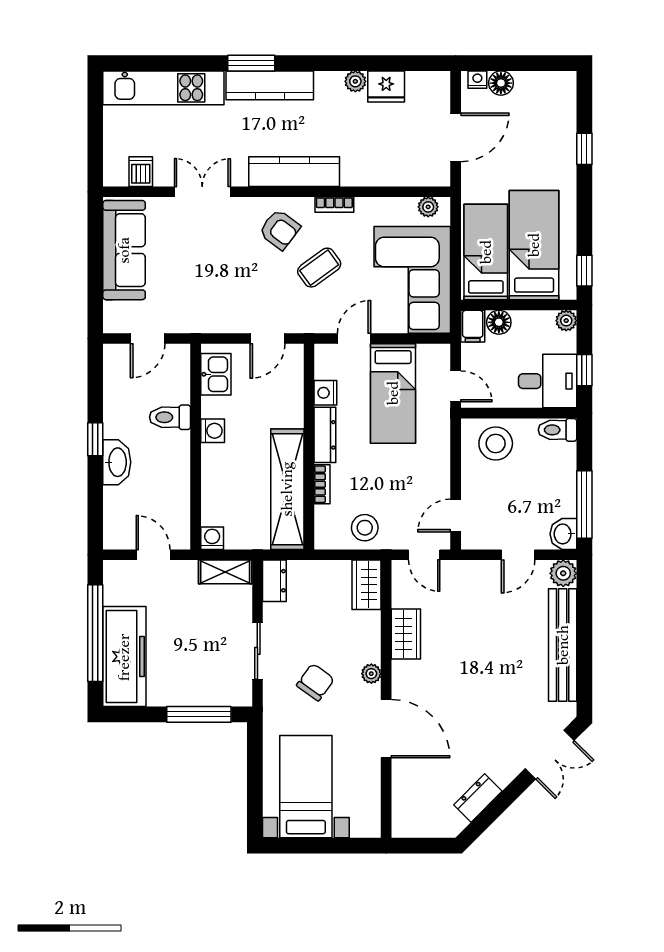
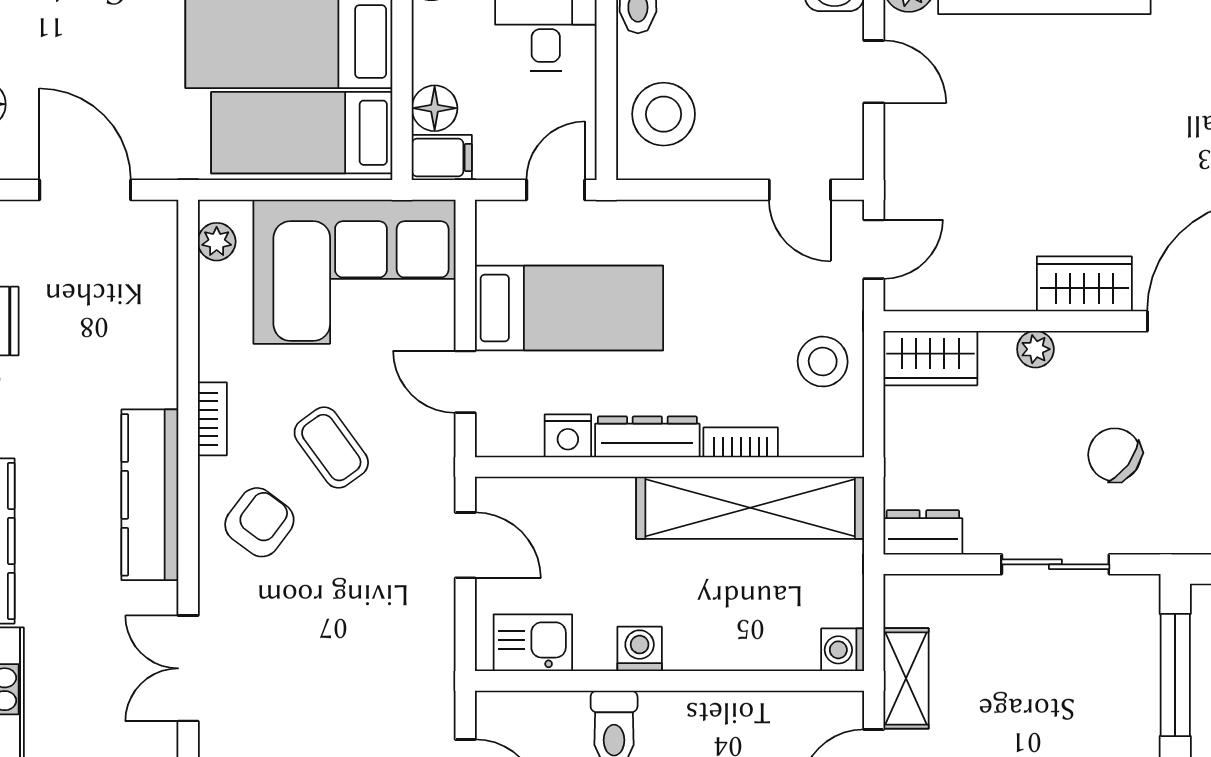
shelving: (225, 572) -> (906, 678), moved
wardrobe: (406, 634) -> (1084, 284), moved
plant: (371, 674) -> (1035, 349), moved

